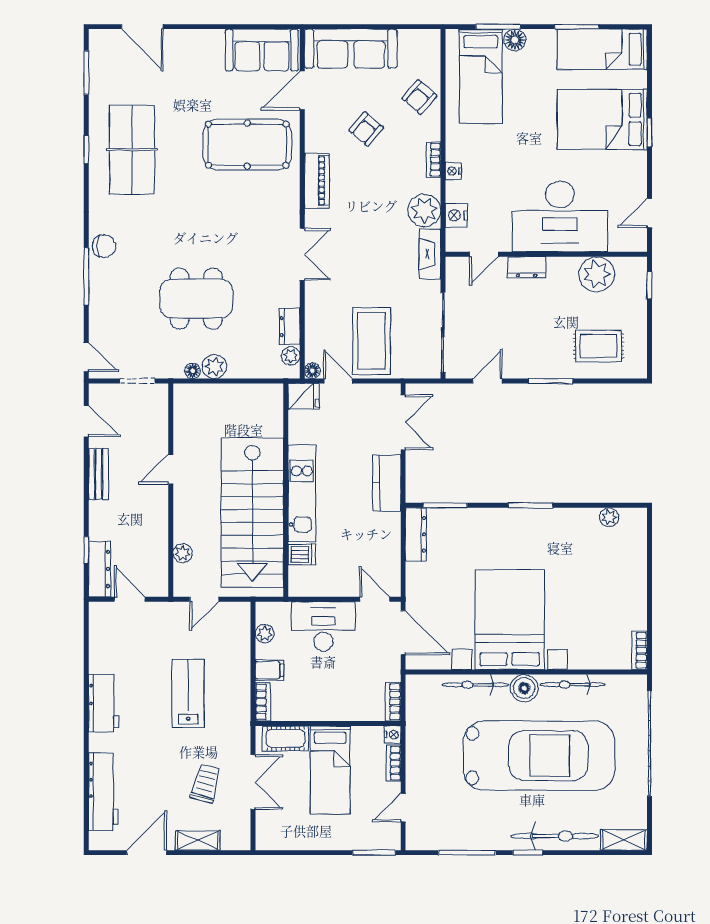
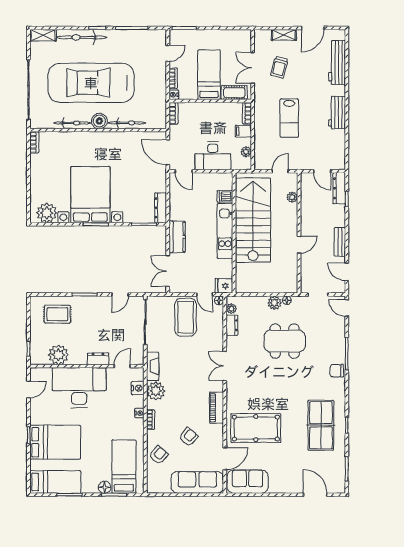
plant: (609, 517) -> (47, 213), width x1.87, depth x1.87
bed with nightstands: (510, 620) -> (90, 195), moved, turned 180

